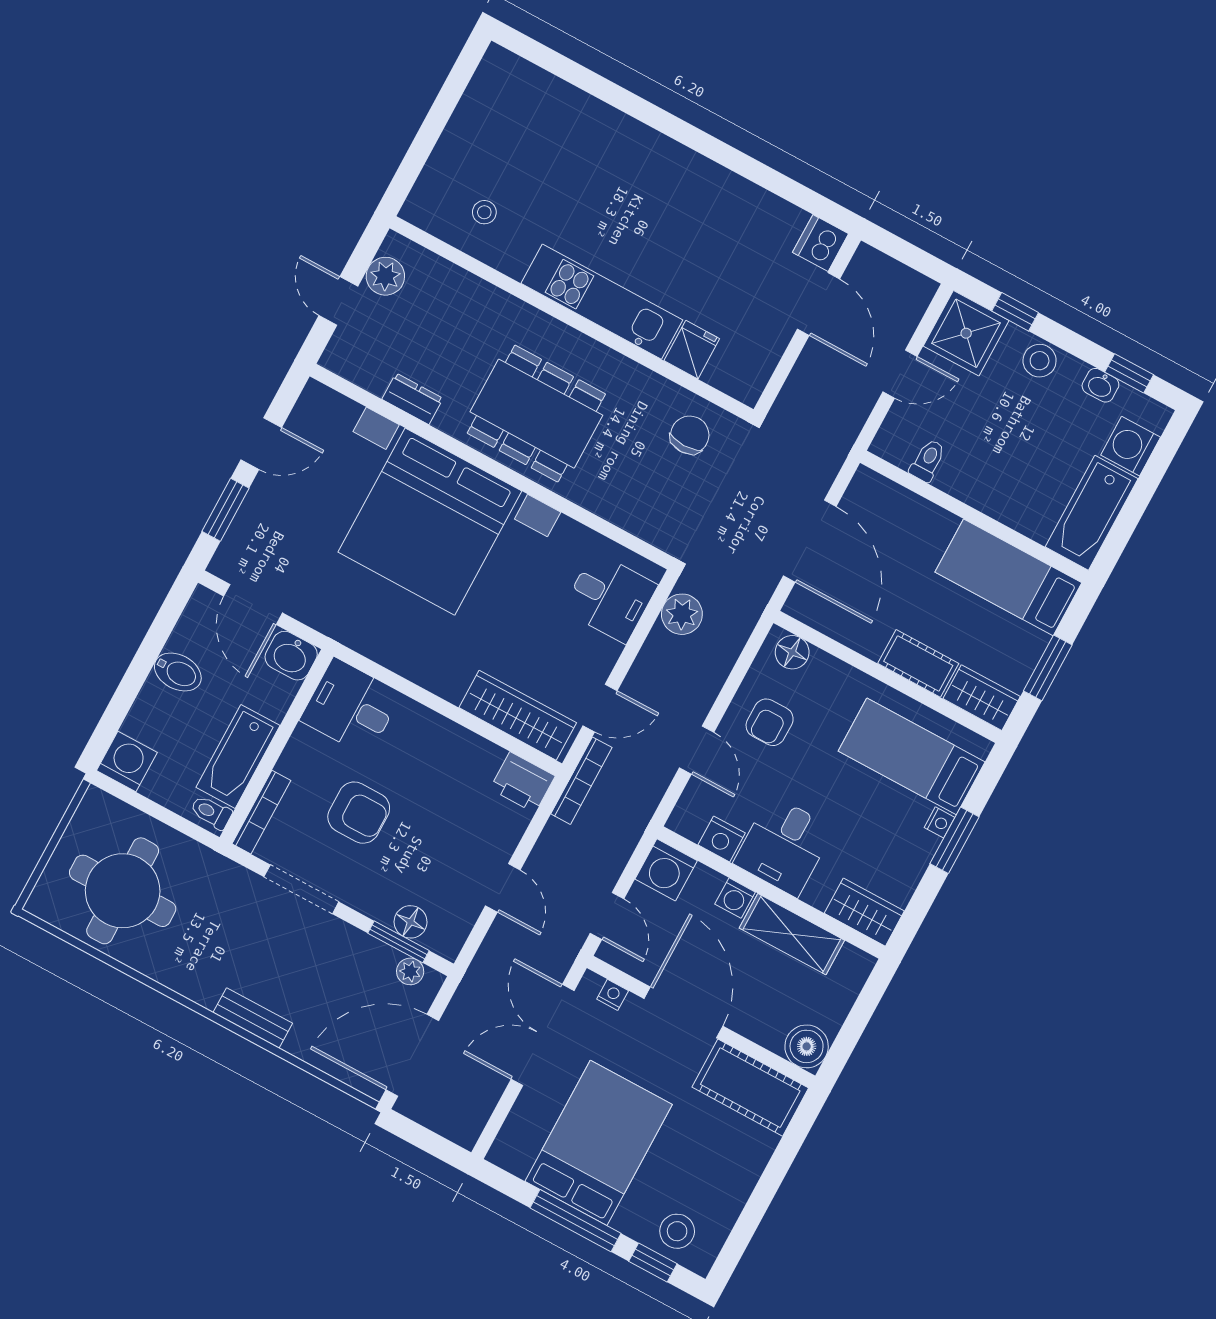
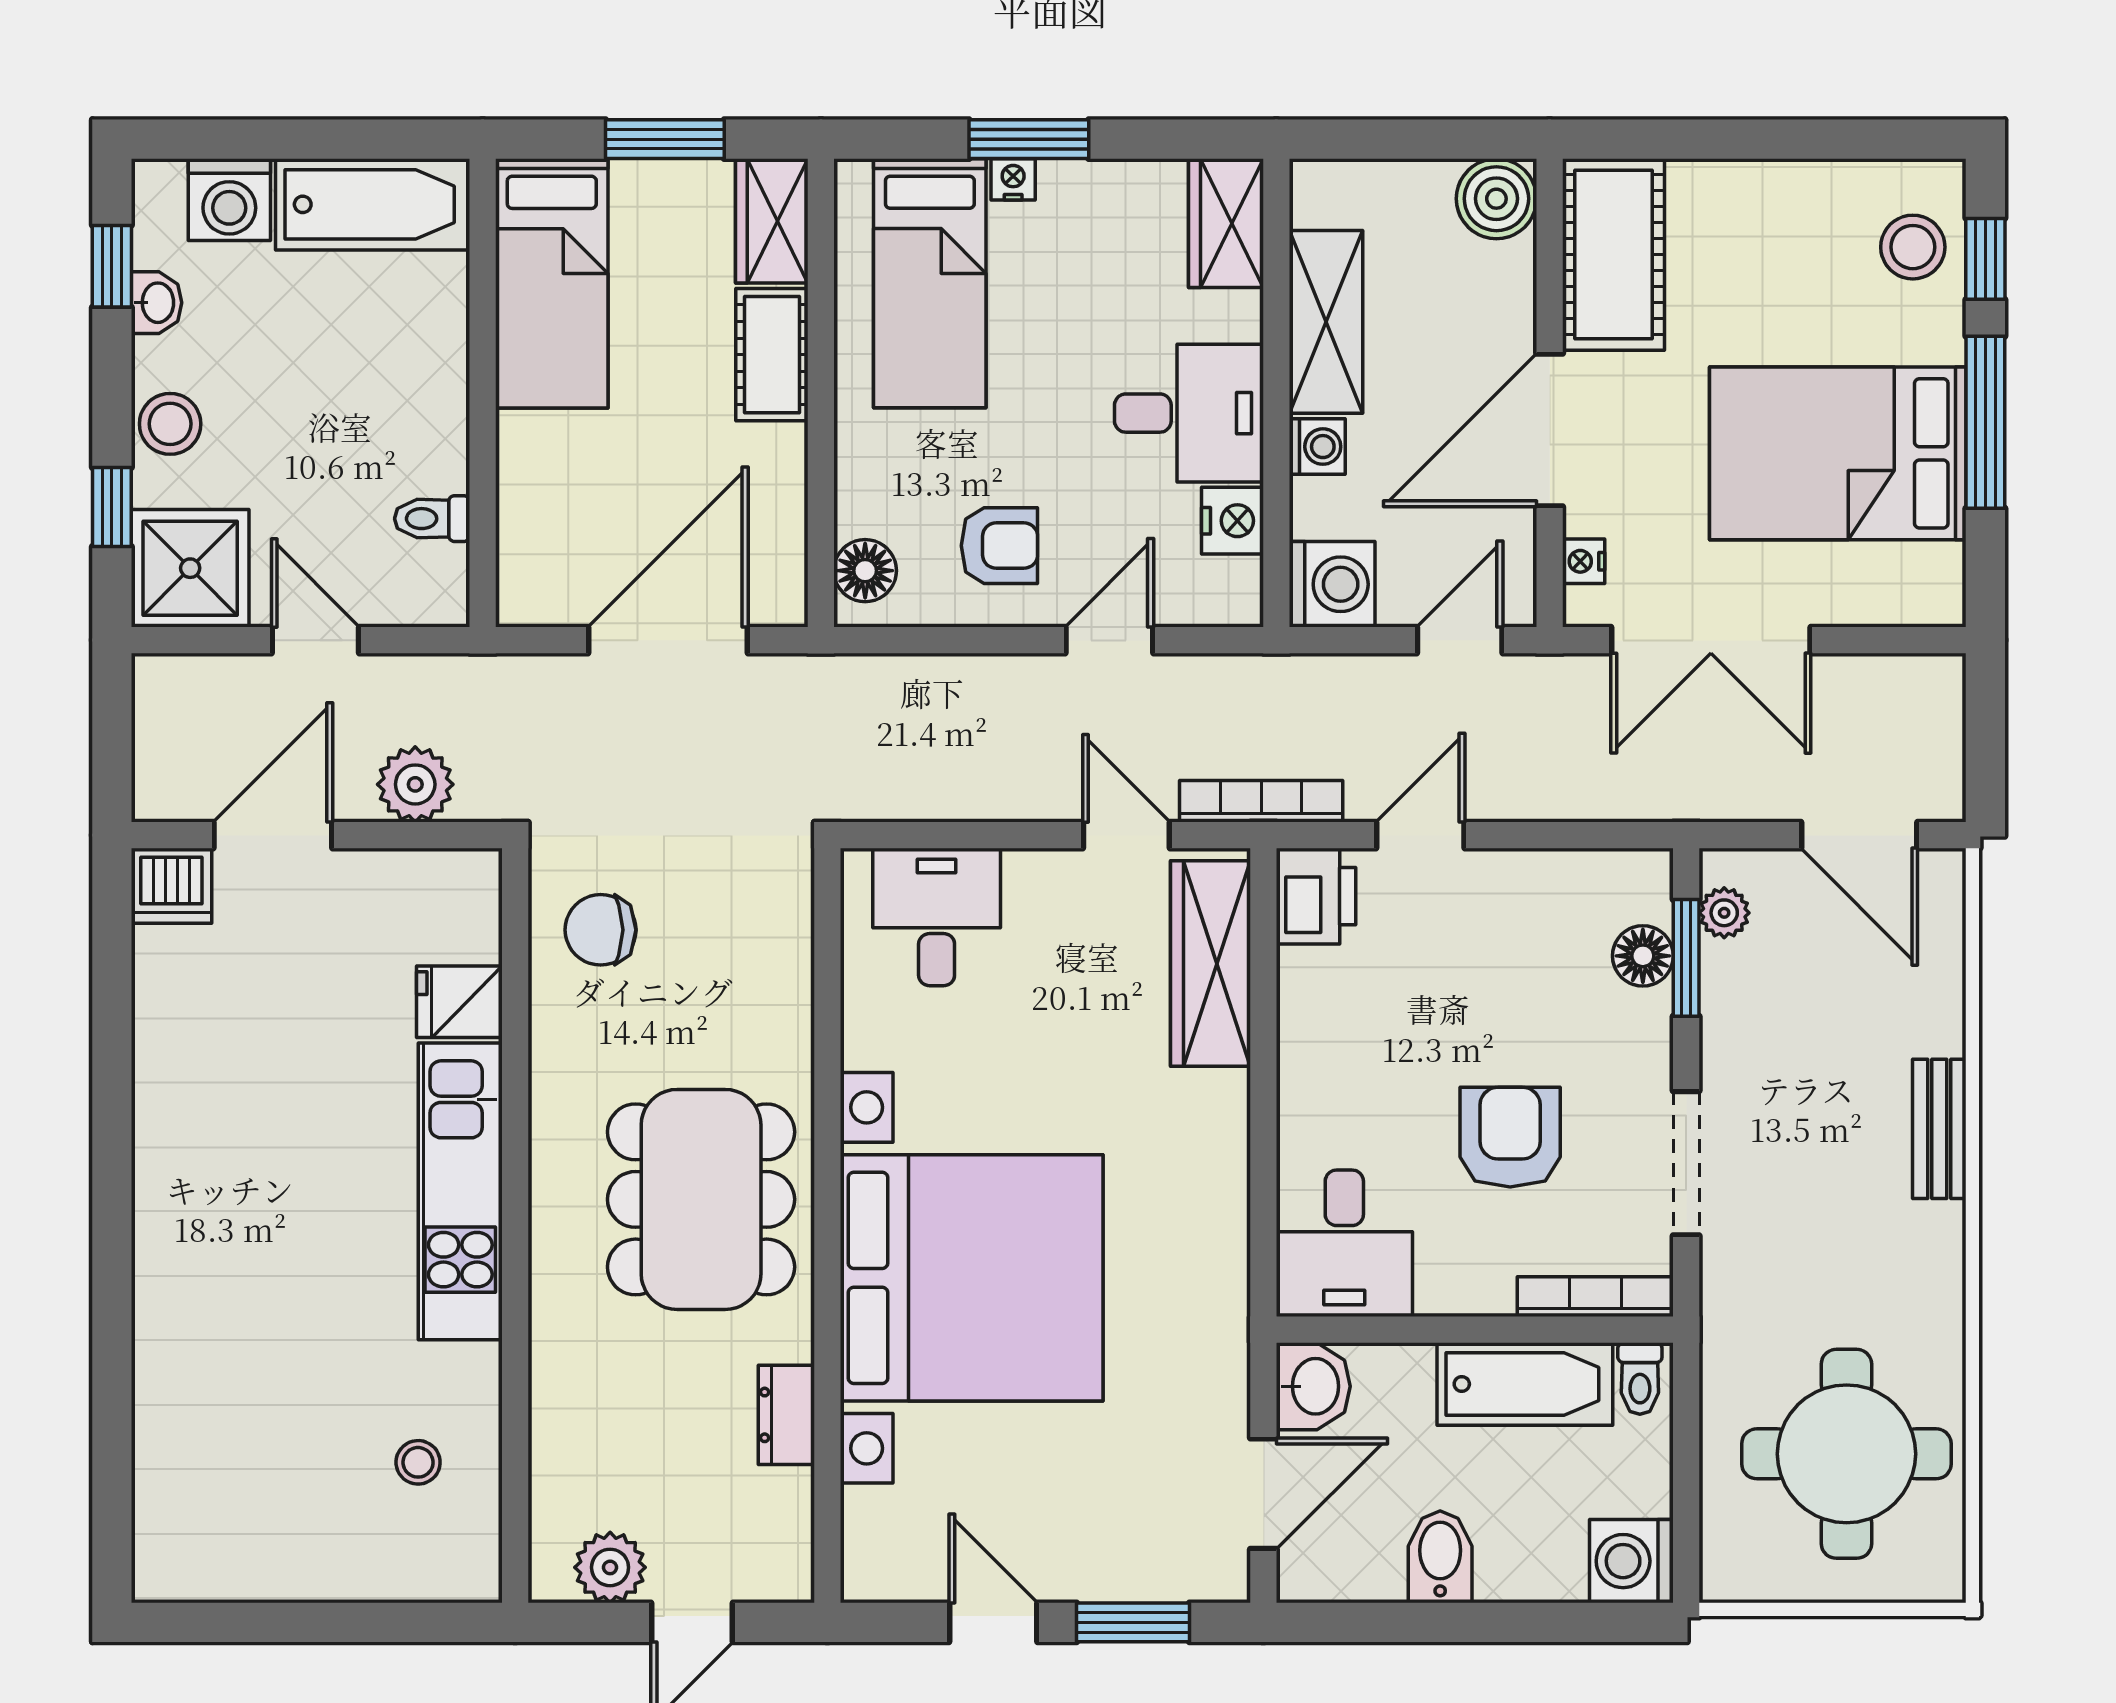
plant: (682, 614) -> (415, 784), moved
door: (503, 888) -> (1420, 835), moved
door: (412, 1055) -> (1859, 835), width x0.73

